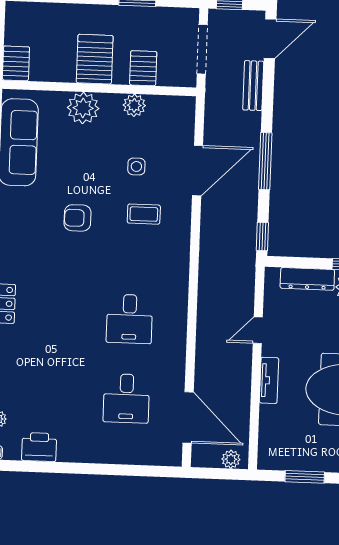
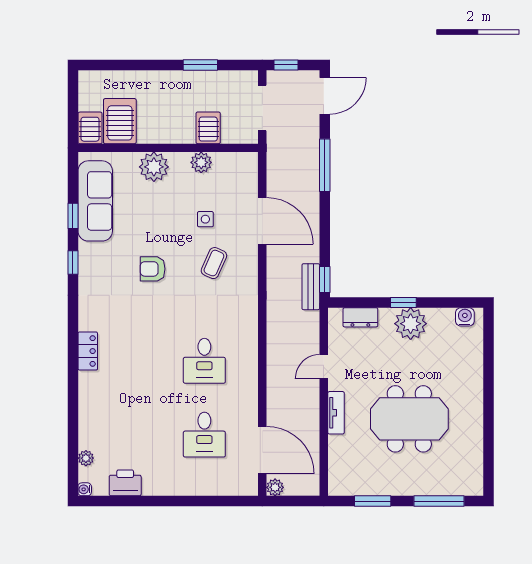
server rack: (95, 59) -> (120, 121), moved
bench: (253, 86) -> (311, 287), moved
window: (265, 161) -> (325, 165), moved
door: (198, 171) -> (262, 221), hinge flipped
coffee table: (144, 214) -> (214, 263), turned -66
dresser: (307, 279) -> (360, 317), width x0.70
plant: (231, 459) -> (275, 487), moved

